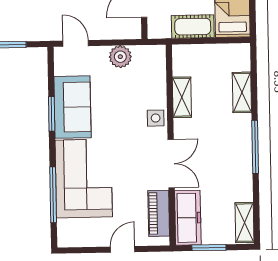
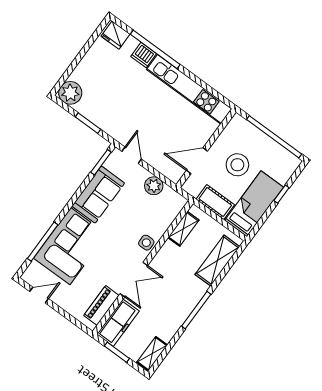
shelving: (242, 92) -> (217, 261), width x1.50, depth x1.33
shelving: (182, 97) -> (183, 229), moved
window: (52, 114) -> (101, 162), moved
door: (123, 249) -> (39, 295), moved

